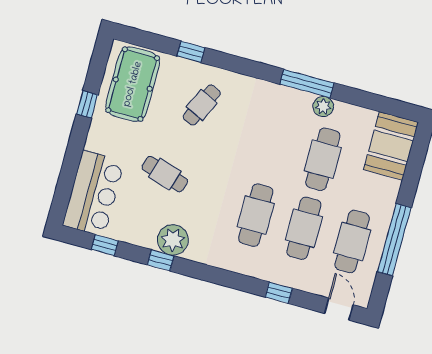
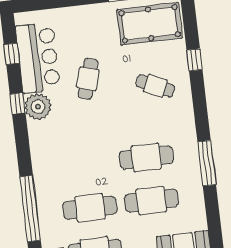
plant: (323, 107) -> (194, 184), removed
bar counter: (93, 193) -> (38, 58), moved, turned -90
cafe table: (256, 215) -> (146, 158), moved
window: (279, 293) -> (30, 209), width x3.17

